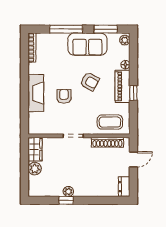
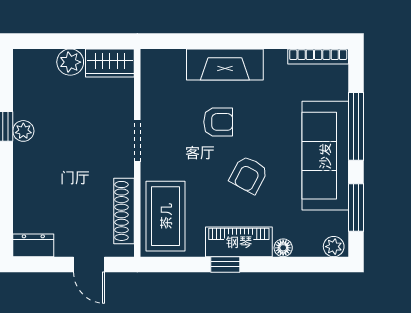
sofa: (87, 44) -> (325, 156), width x1.36
coffee table: (110, 122) -> (166, 216), width x1.36, depth x1.32

